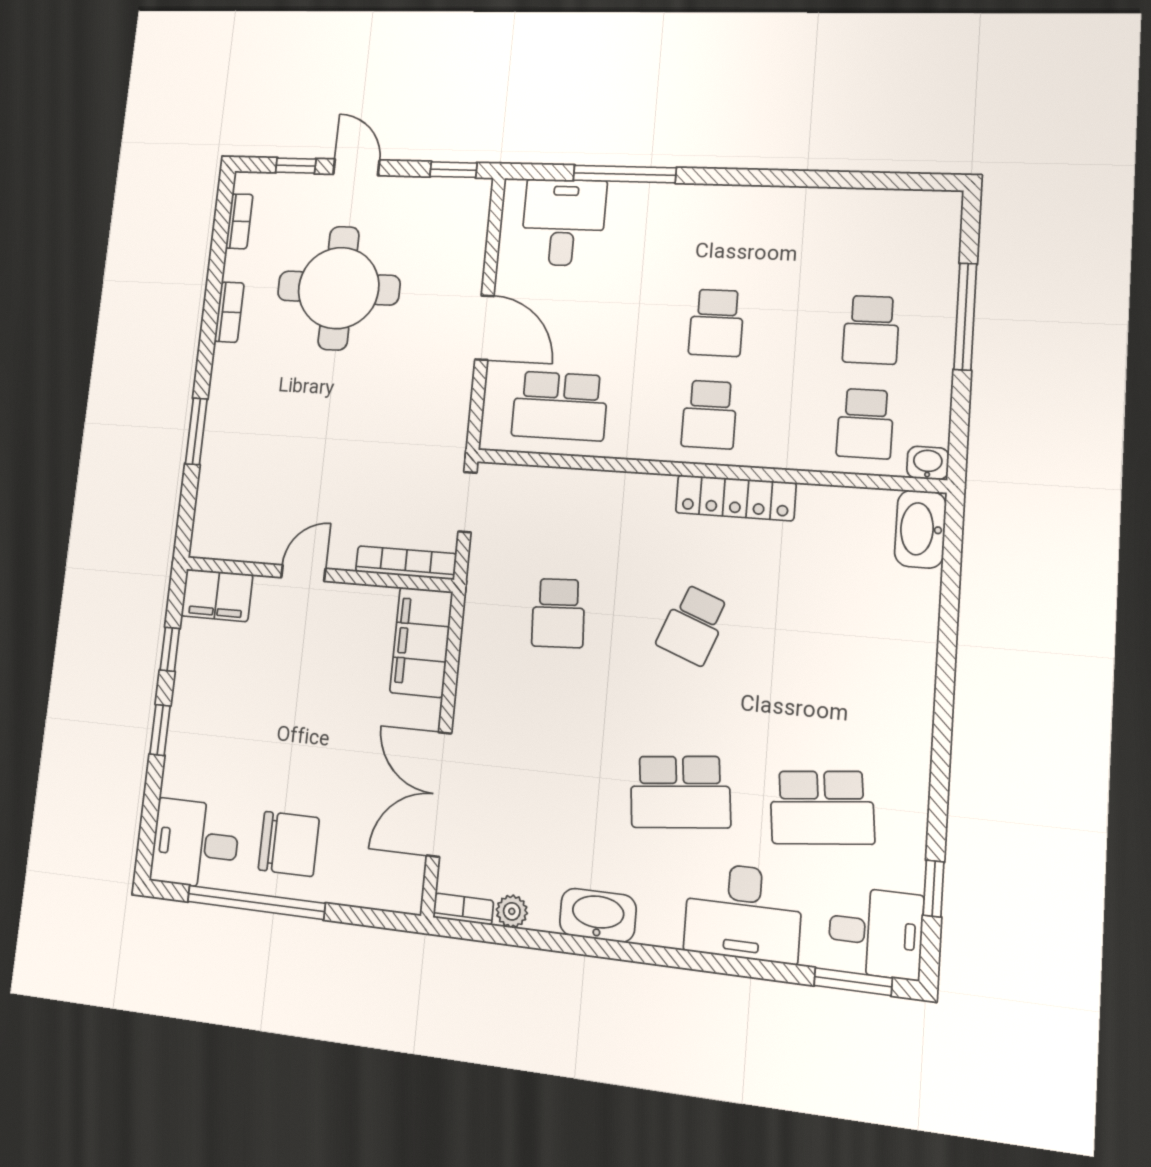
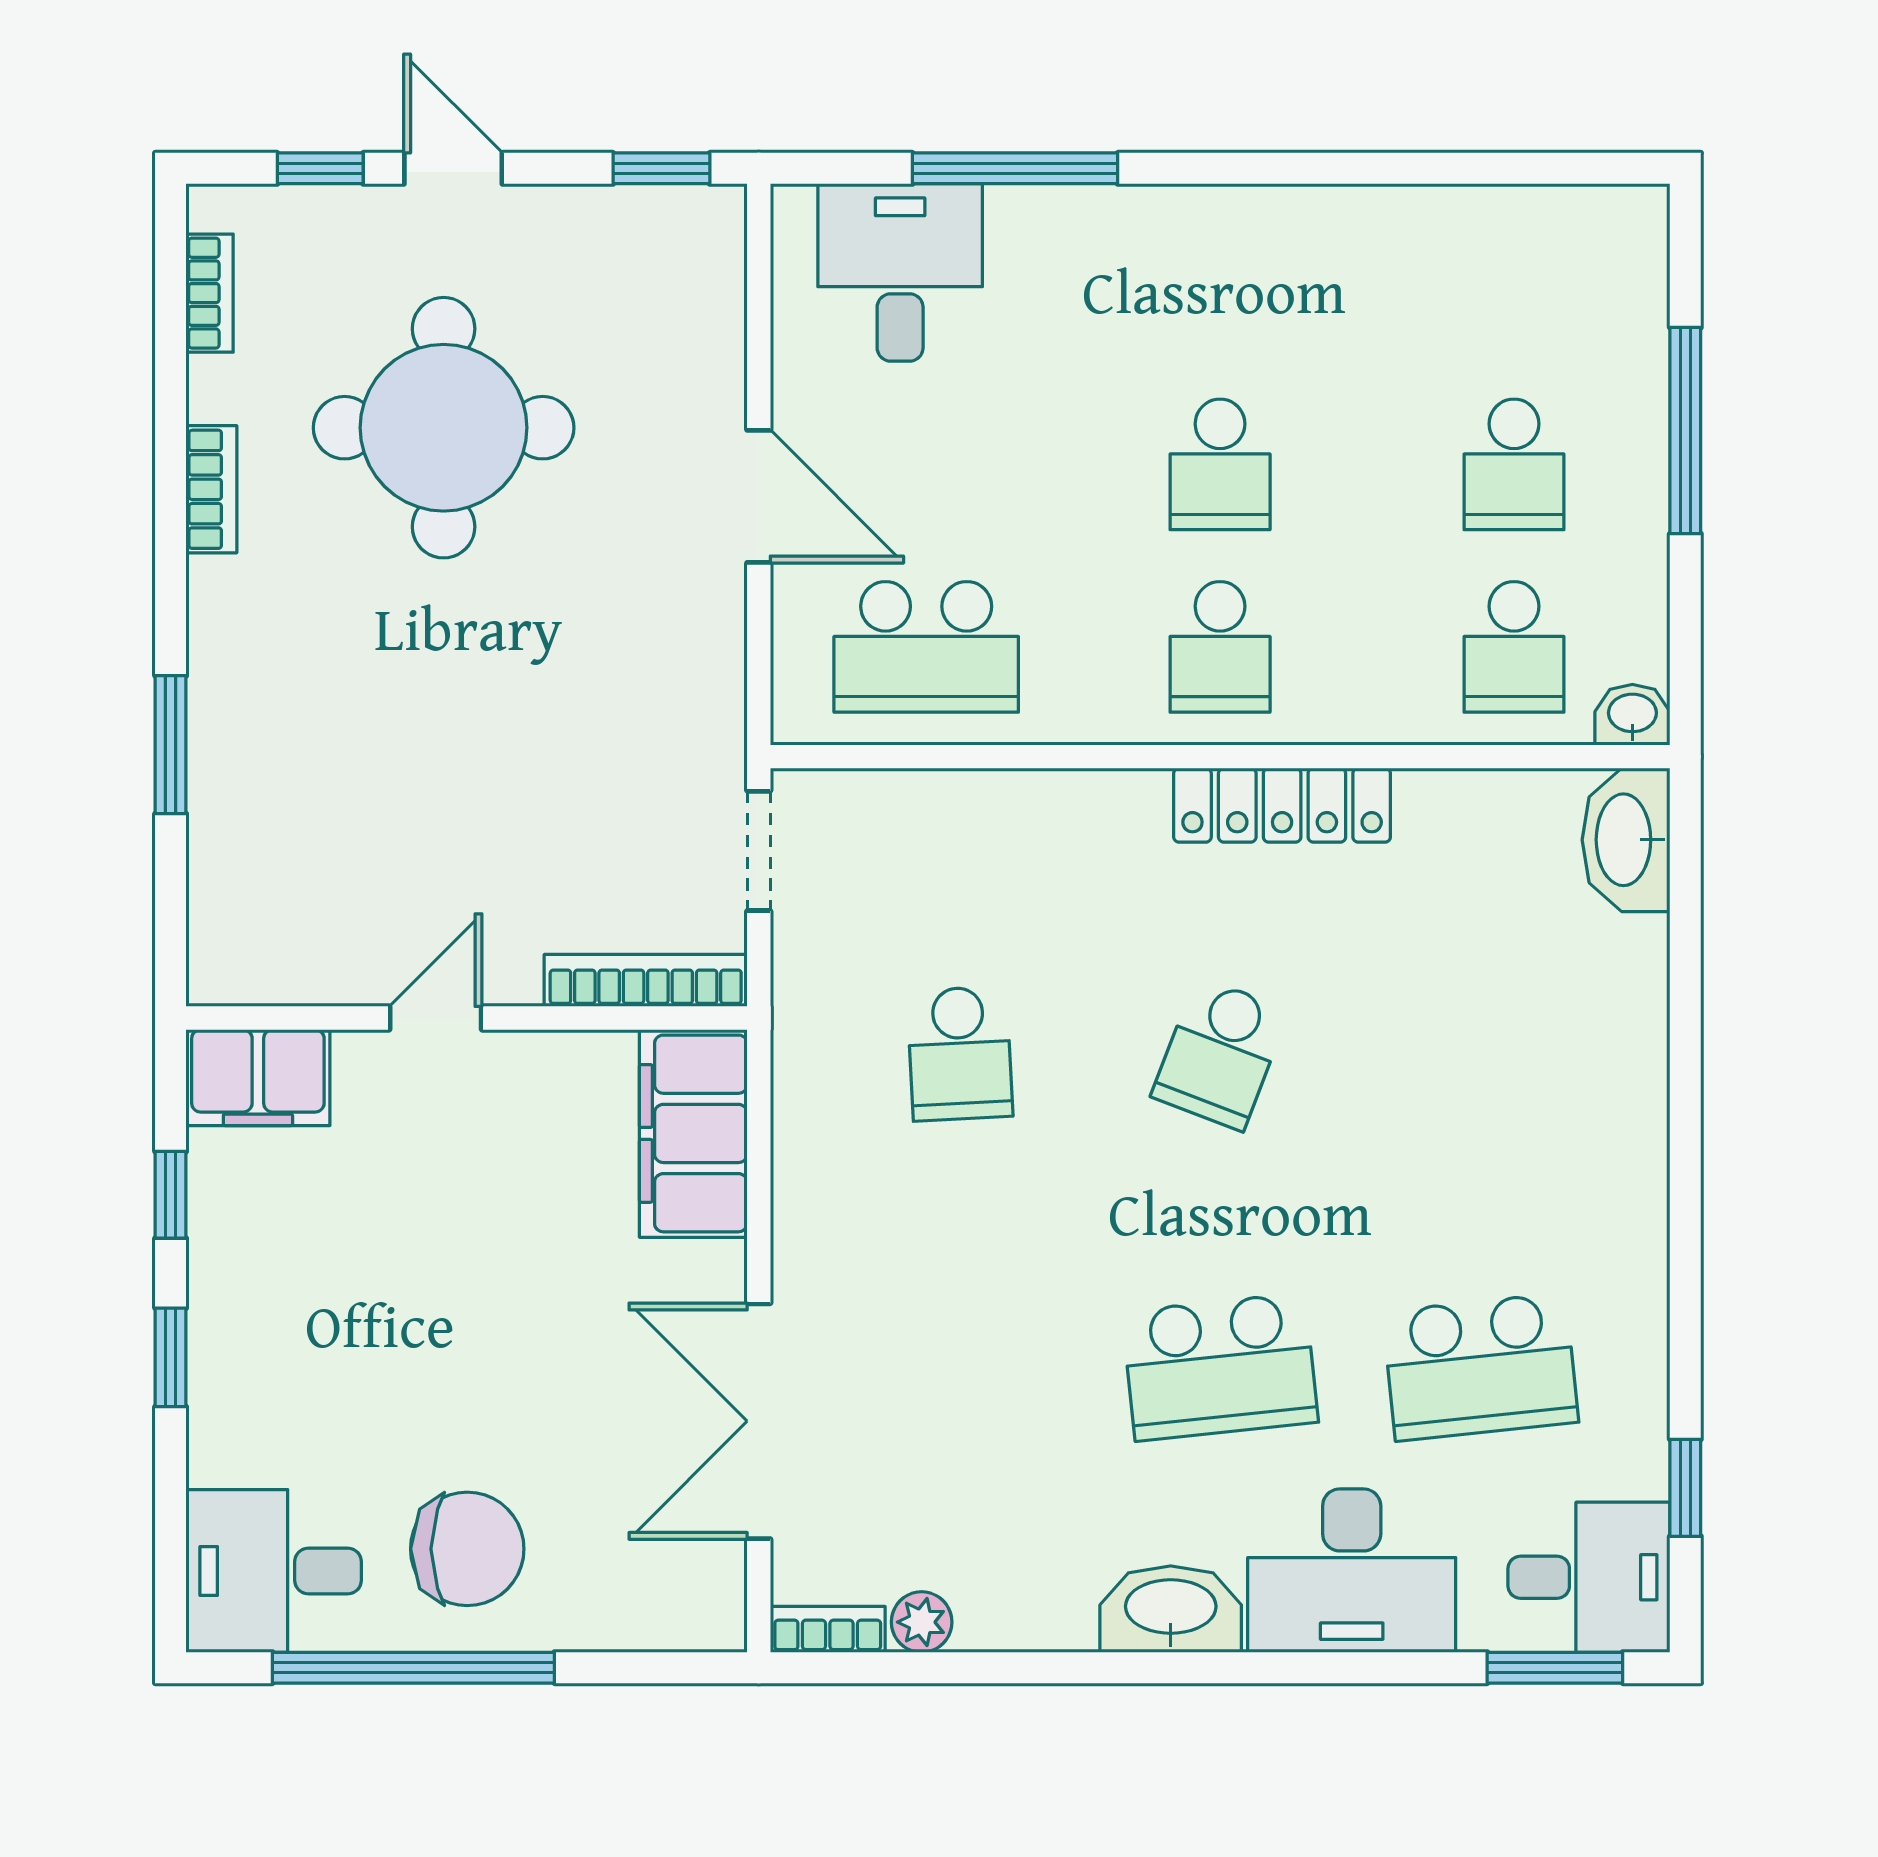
washbasin: (598, 915) -> (1171, 1609), moved

